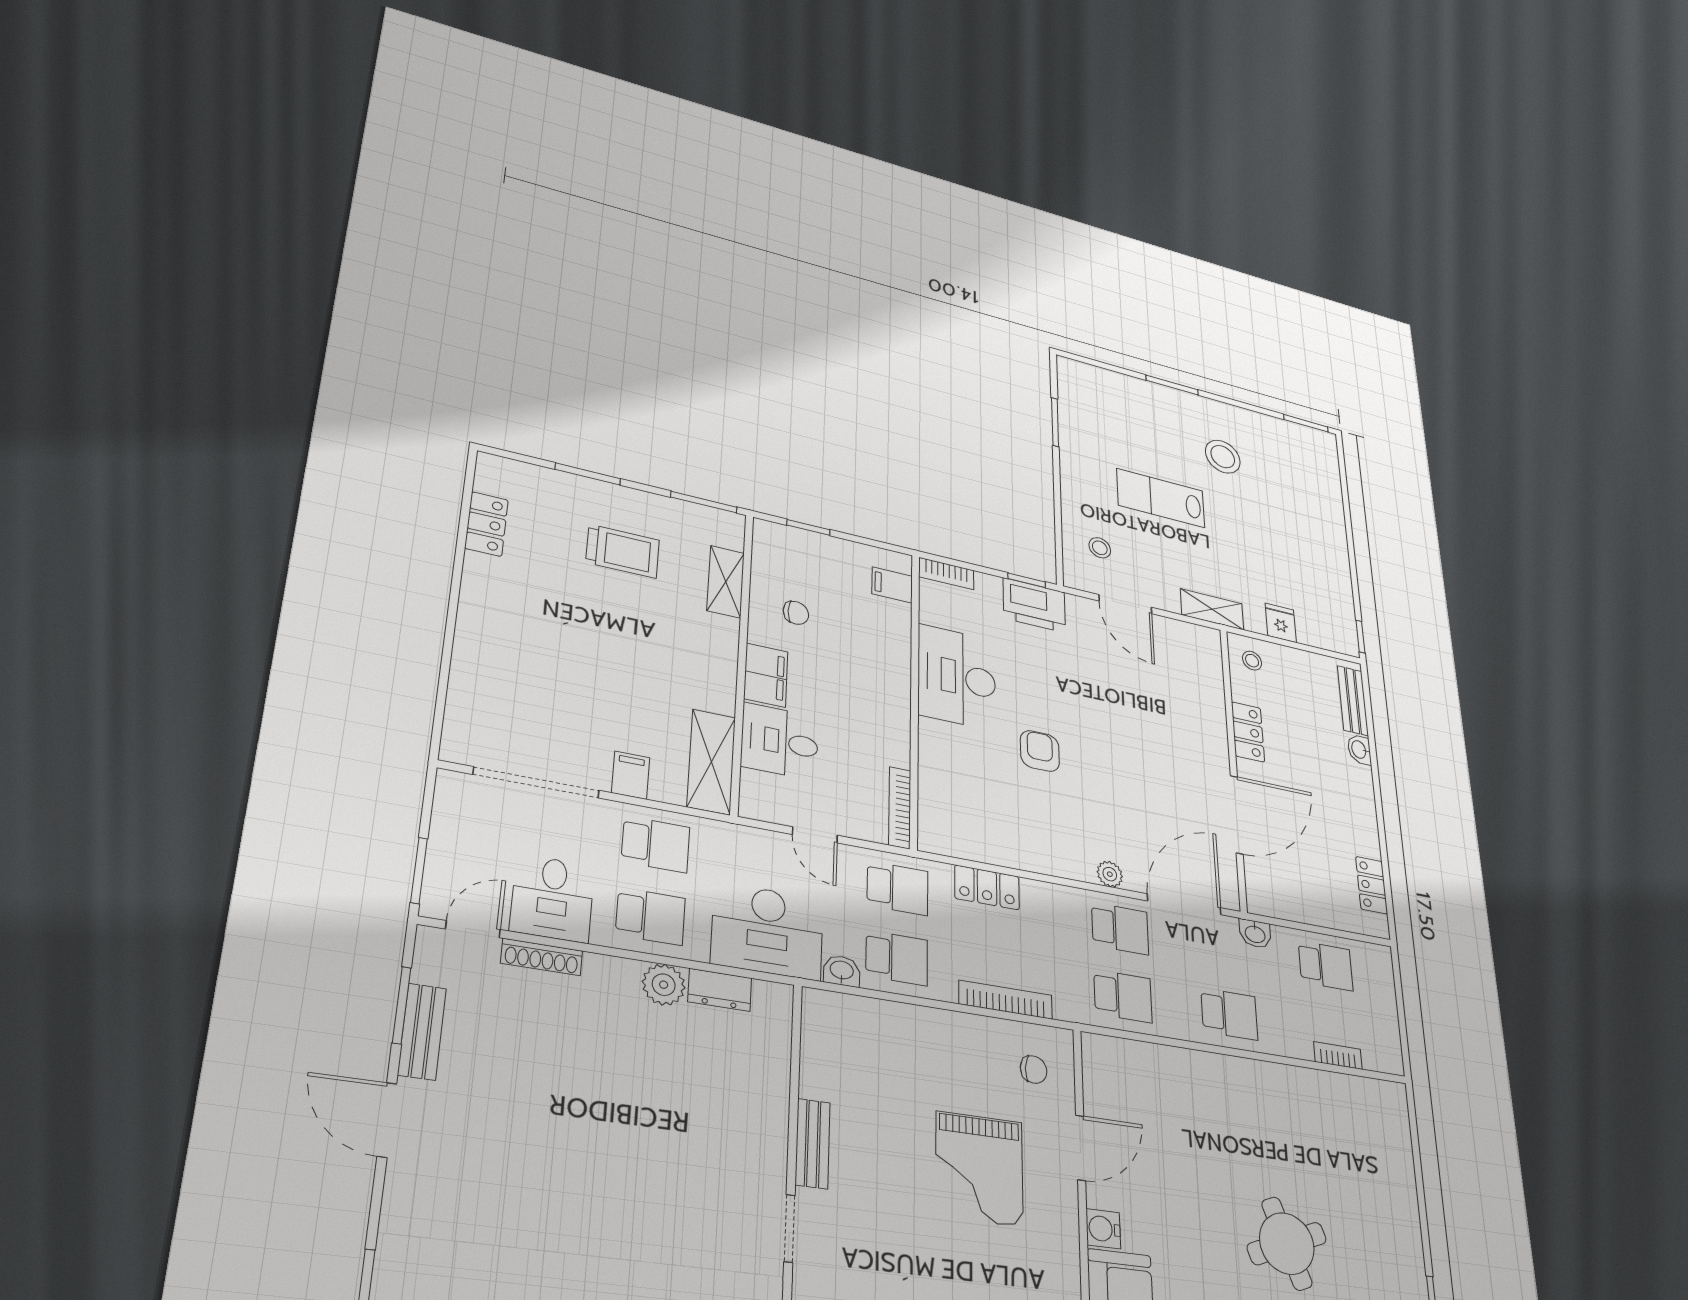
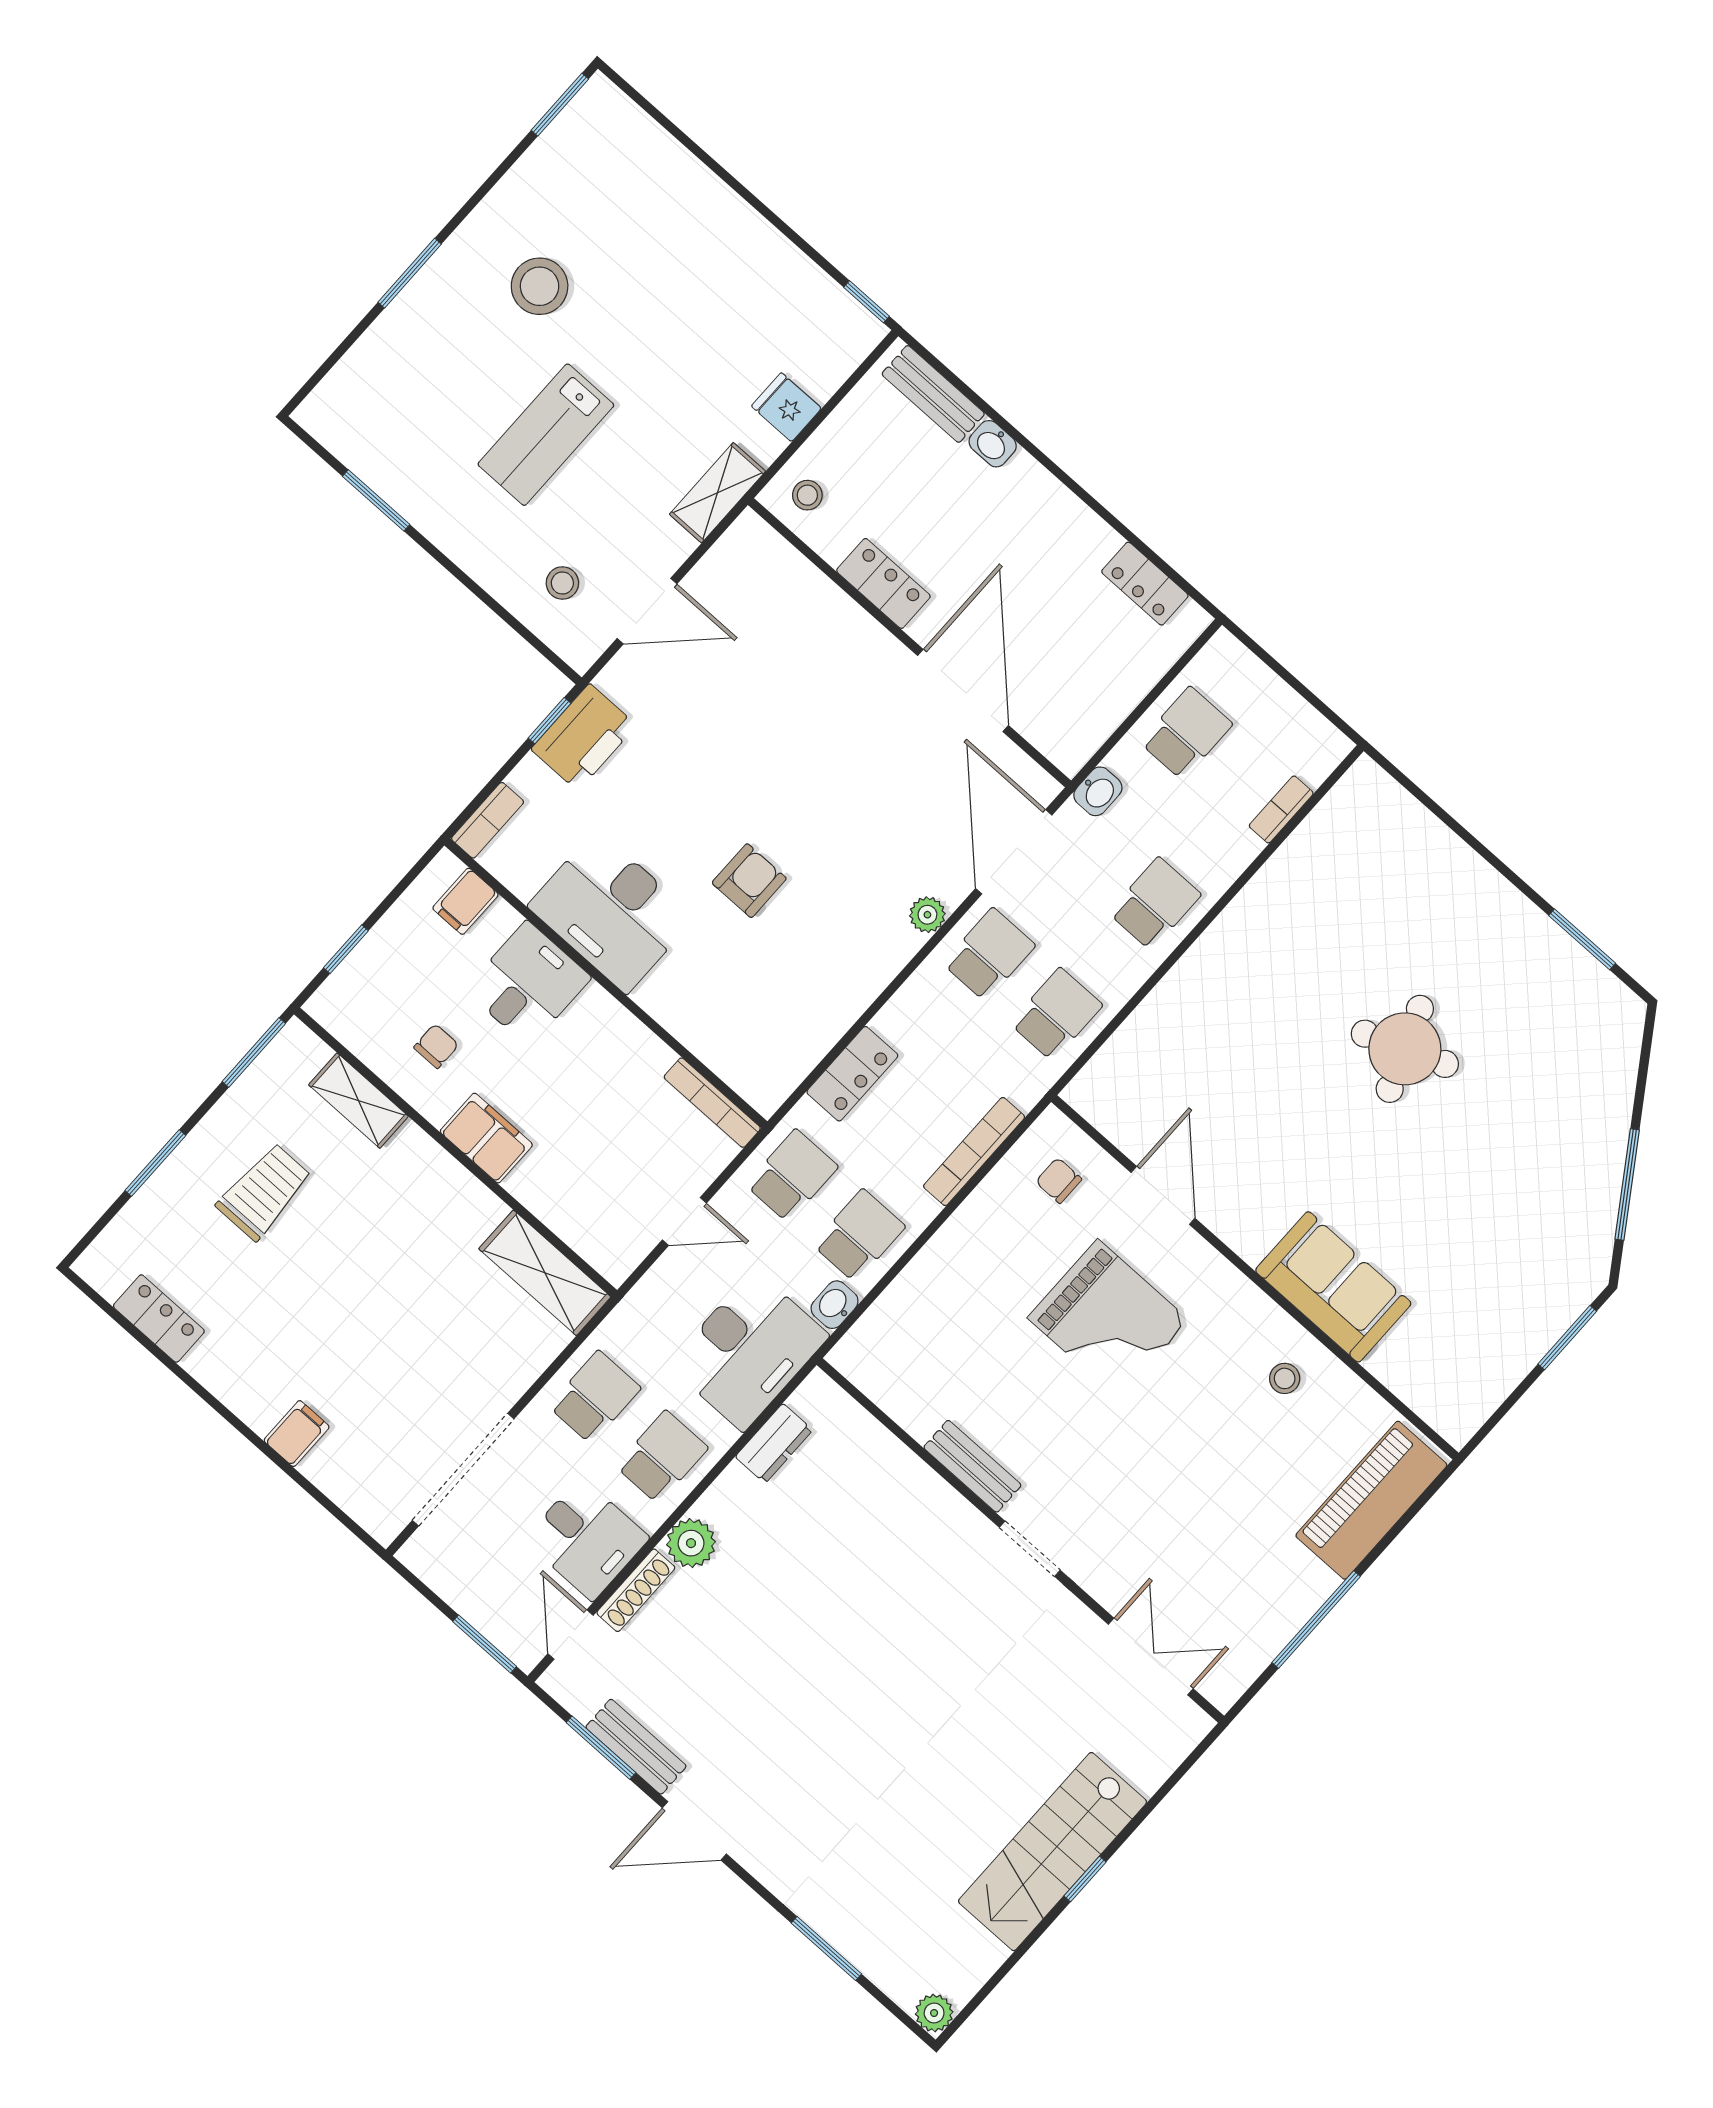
desk: (780, 741) -> (528, 984), moved, turned 180
armchair: (1040, 751) -> (749, 881), turned 90
filing cabinet: (631, 775) -> (297, 1434), moved, turned 90
plant: (664, 985) -> (691, 1543), moved
chair: (1034, 1070) -> (1059, 1181), turned -93
water cooler: (1103, 1229) -> (1250, 1238), removed

